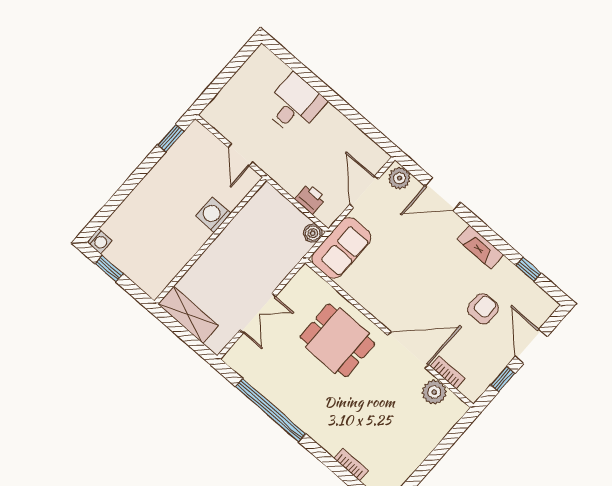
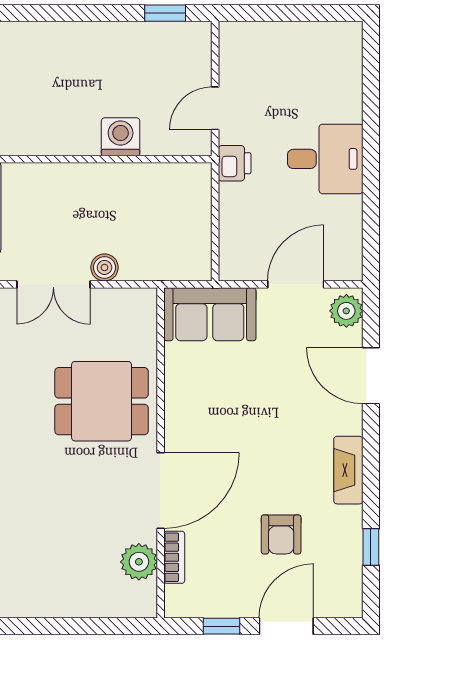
desk: (294, 105) -> (325, 159), moved
printer: (310, 199) -> (235, 163), moved
boiler: (313, 233) -> (104, 267), moved
armchair: (483, 309) -> (281, 534), turned 90
dining table: (337, 340) -> (102, 401), turned 90
door: (408, 350) -> (161, 491), hinge flipped

